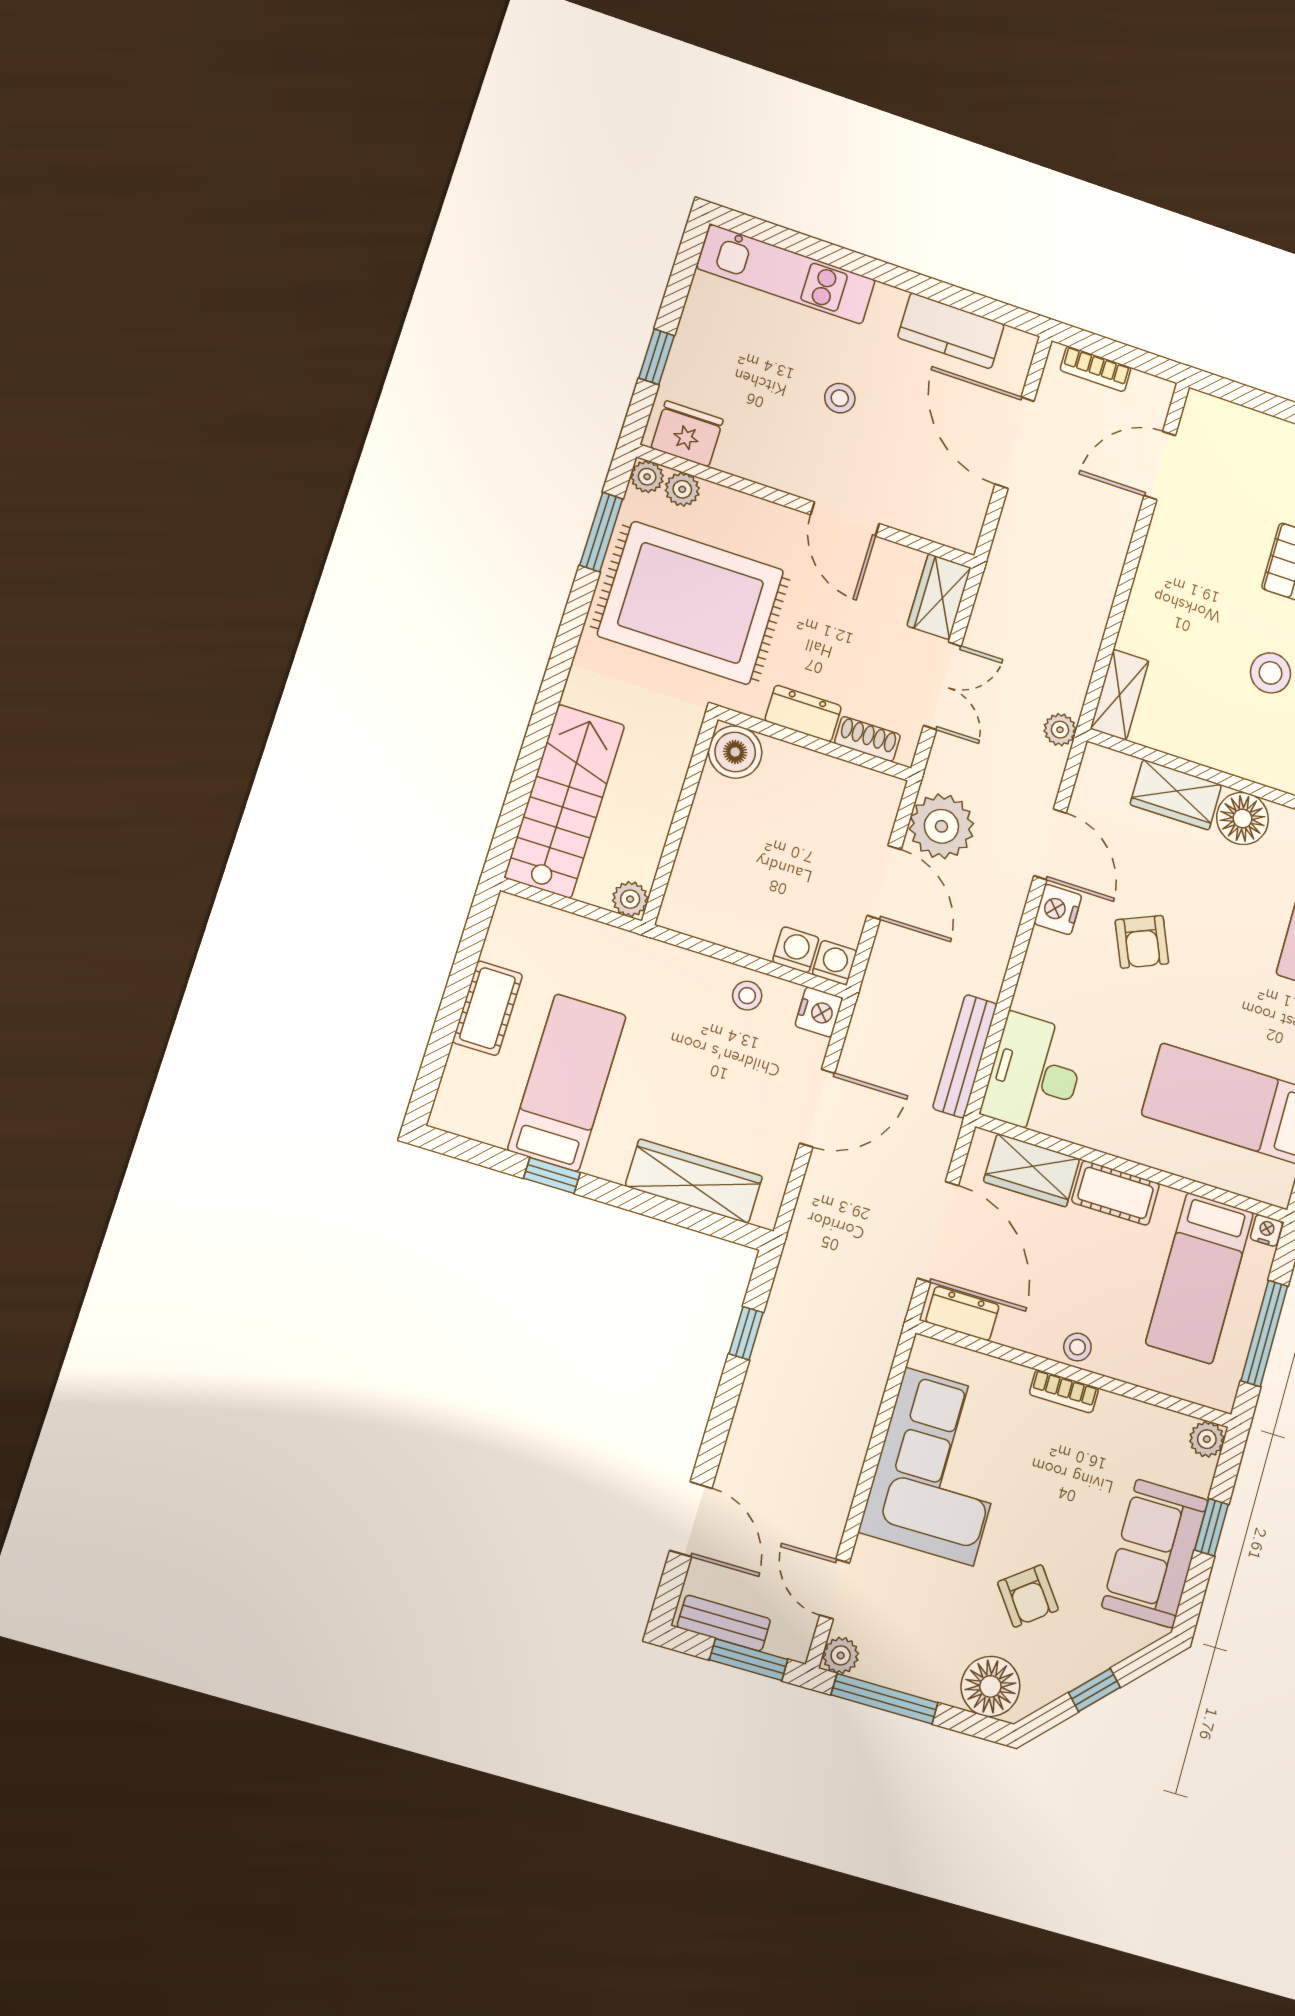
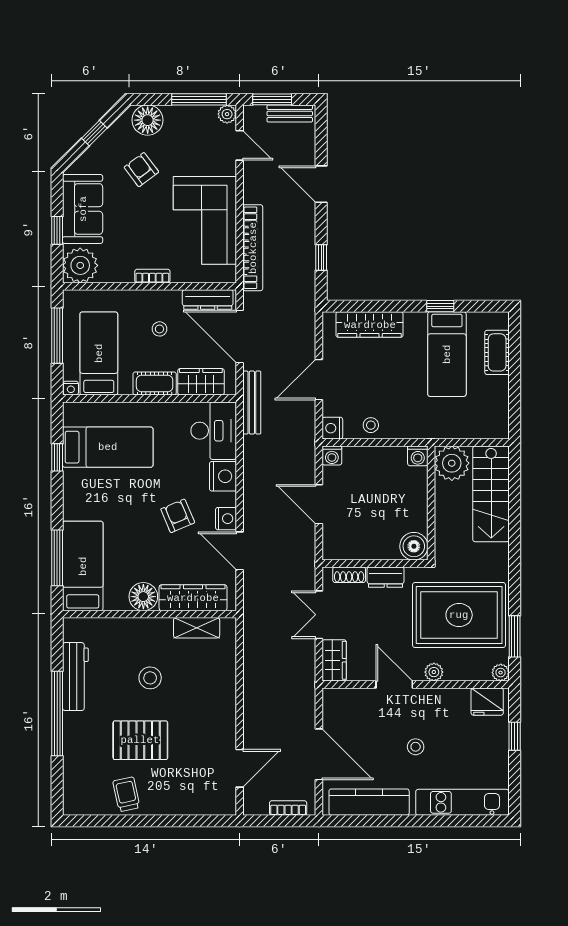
kitchen counter: (951, 331) -> (369, 802), width x1.50
plant: (682, 489) -> (434, 672), moved
shelving: (1120, 695) -> (197, 628), moved, turned 90
plant: (1060, 730) -> (252, 612), removed
wardrobe: (1176, 795) -> (193, 598), width x1.50
plant: (941, 826) -> (298, 542), removed
plant: (630, 899) -> (452, 463), width x1.88, depth x1.88
washing machine: (796, 950) -> (418, 456), moved
nightstand: (1041, 987) -> (223, 476), added
cot: (488, 1008) -> (497, 352), moved
bench: (965, 1056) -> (252, 403), moved
dresser: (962, 1313) -> (208, 299), width x1.44
stool: (1077, 1347) -> (159, 329), moved
bookcase: (866, 1389) -> (253, 248), added
plant: (1207, 1439) -> (80, 265), width x1.88, depth x1.88
door: (691, 1519) -> (321, 184), moved

